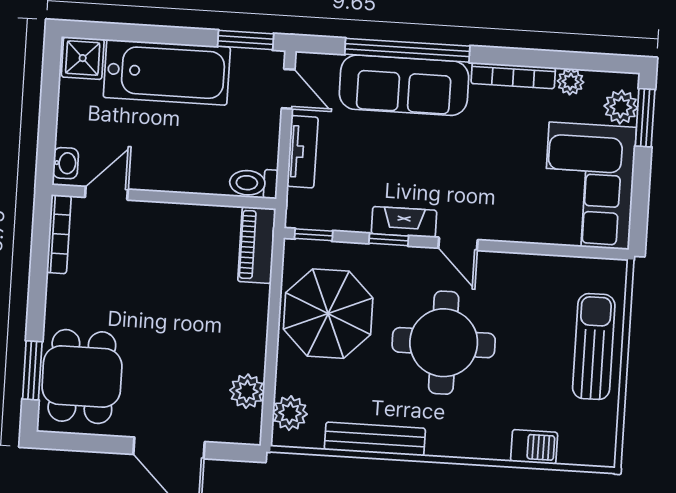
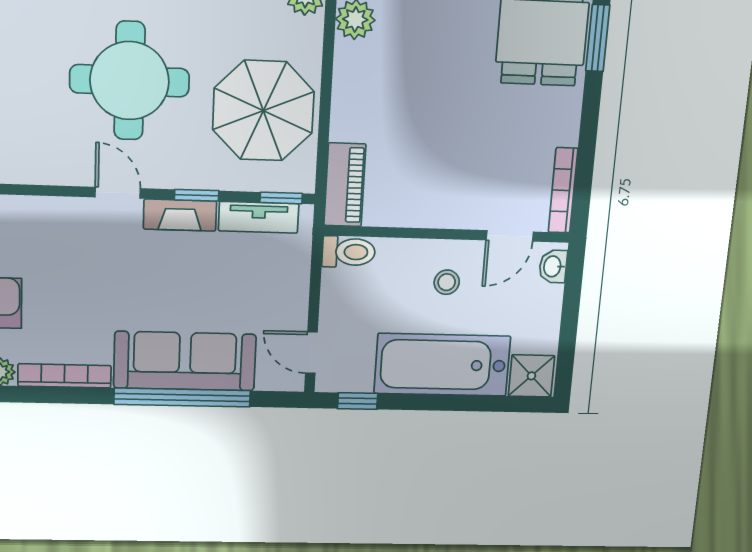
window: (246, 40) -> (358, 401), width x0.67
stool: (164, 152) -> (447, 282), added
tv unit: (302, 152) -> (259, 217), moved, turned -90

